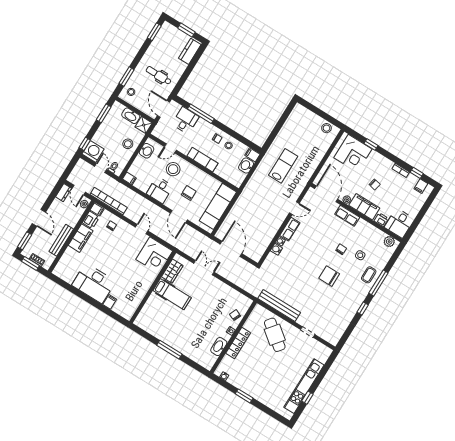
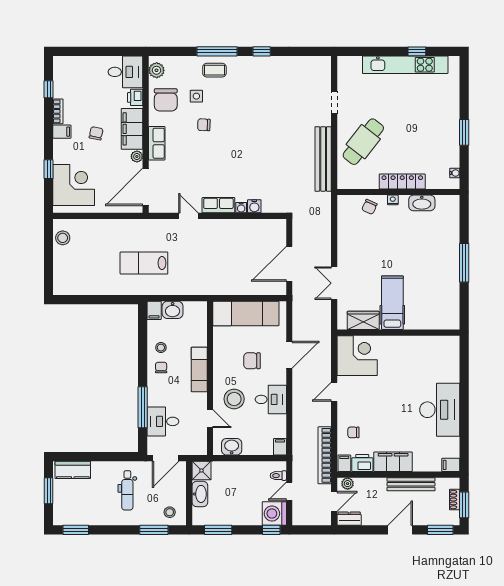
stool: (128, 144) -> (238, 476), removed
filing cabinet: (421, 186) -> (62, 132), moved
chair: (329, 276) -> (166, 100), moved
filing cabinet: (110, 302) -> (451, 465), moved

